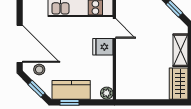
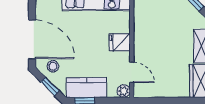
door: (114, 29) -> (132, 72), moved

